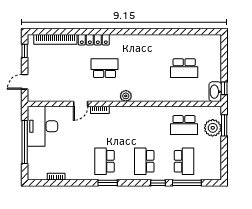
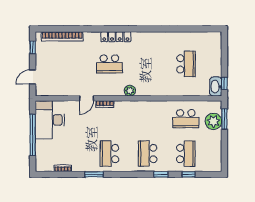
locker: (94, 40) -> (116, 37), moved
school desk: (104, 68) -> (109, 64), turned 180
school desk: (184, 68) -> (186, 64), turned -90
window: (108, 183) -> (94, 174), moved
window: (187, 183) -> (189, 174), width x0.46

